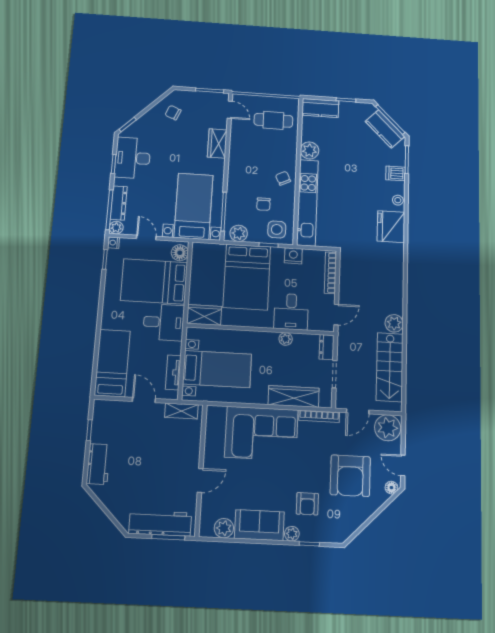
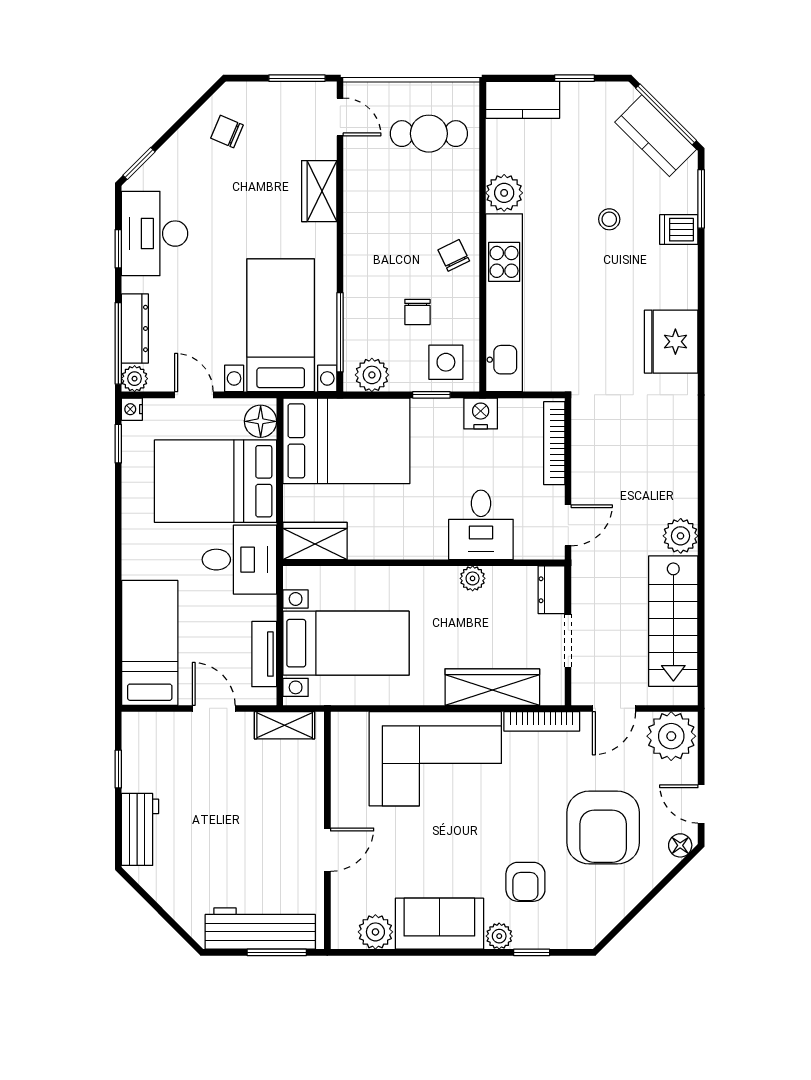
stool: (398, 200) -> (609, 219), moved
bed: (247, 277) -> (346, 441), moved, turned -90

